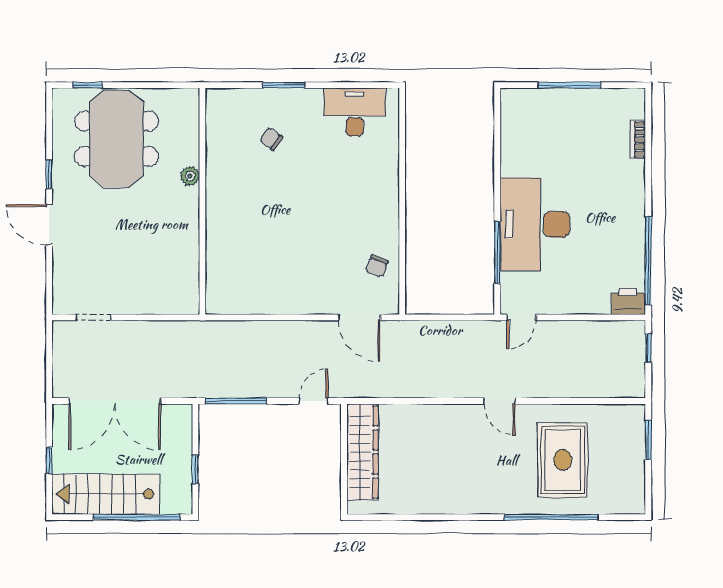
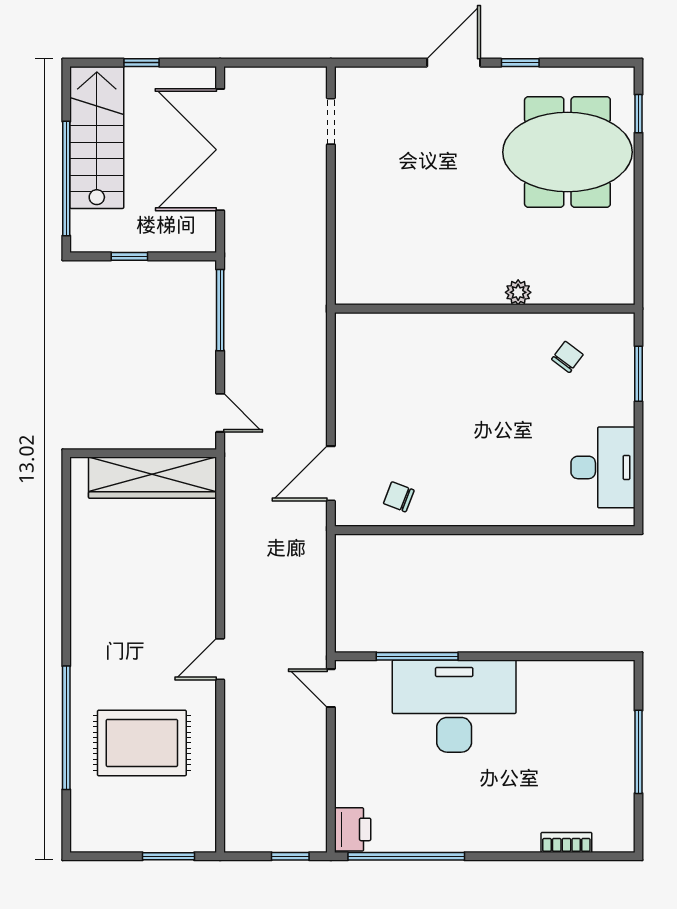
plant: (190, 176) -> (518, 292), moved
wall: (202, 201) -> (485, 309), moved

